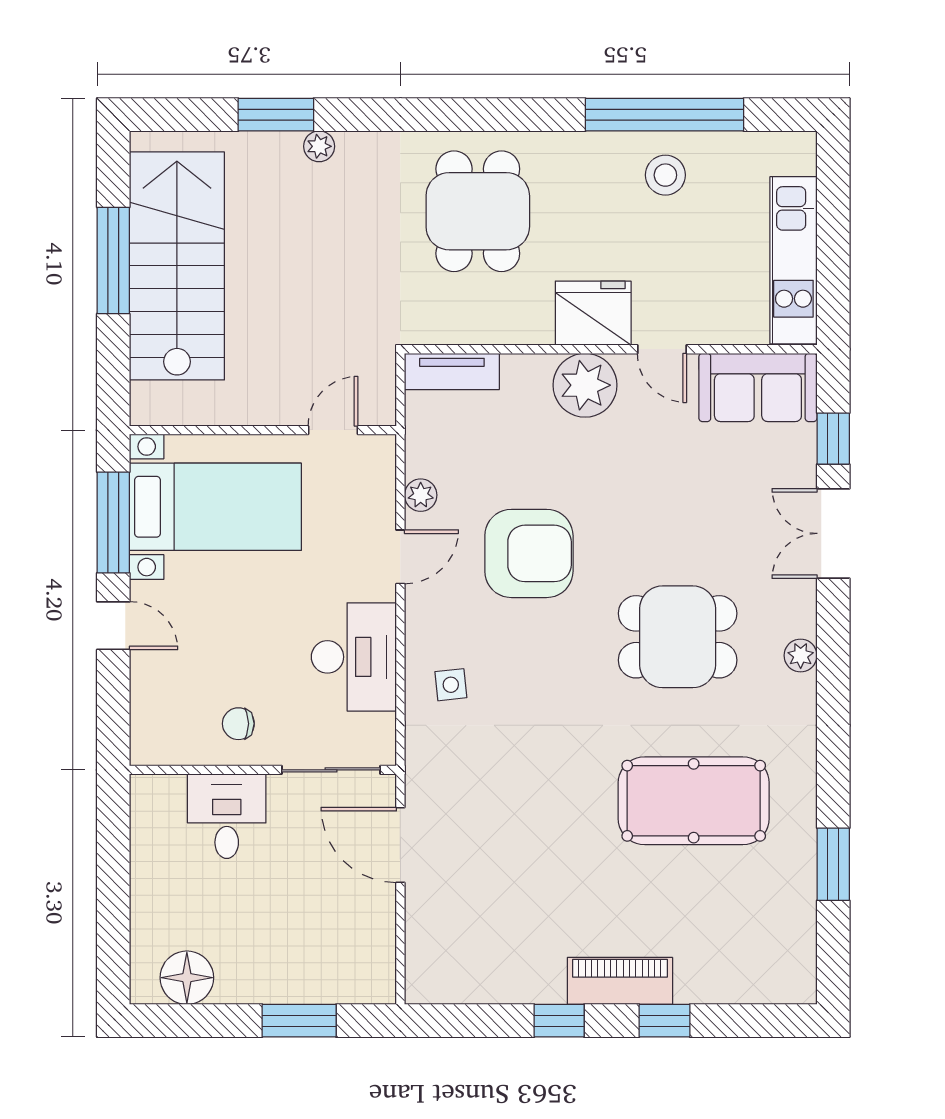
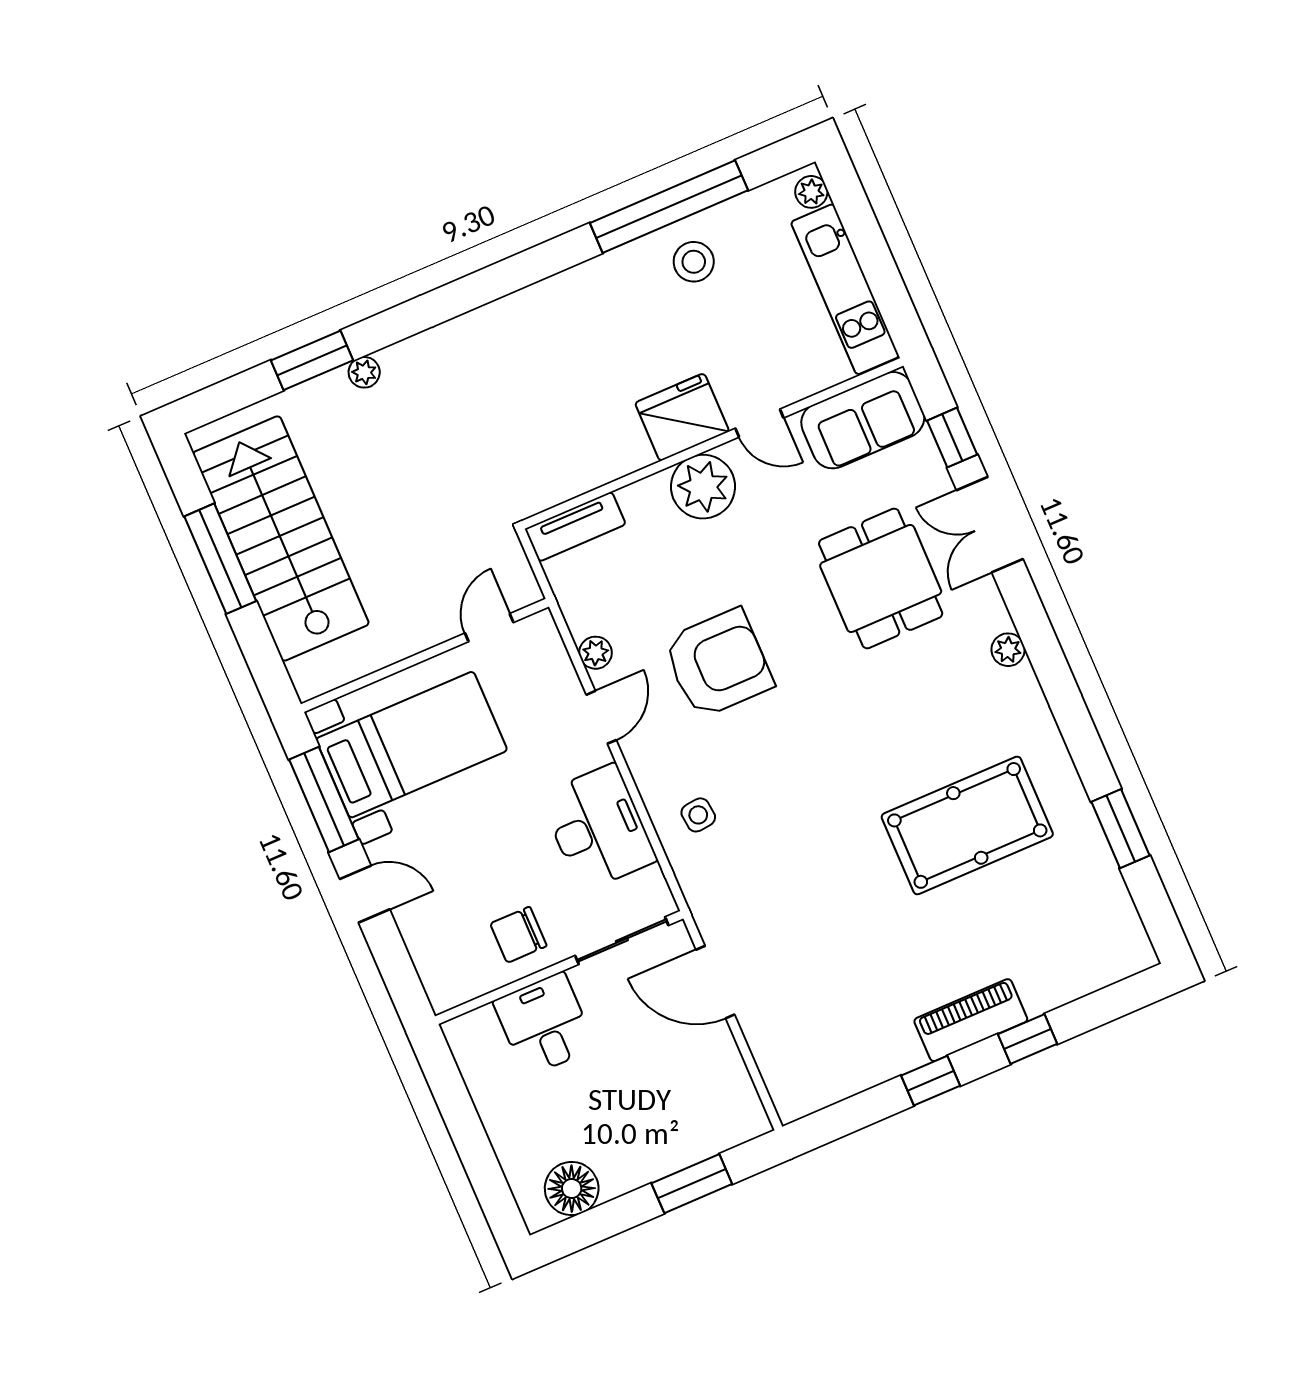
plant: (801, 157) -> (811, 192), added
dining table: (478, 211) -> (536, 369), removed
dining table: (678, 637) -> (881, 578), moved, turned 90
chair: (238, 724) -> (518, 935), width x1.37, depth x1.37

